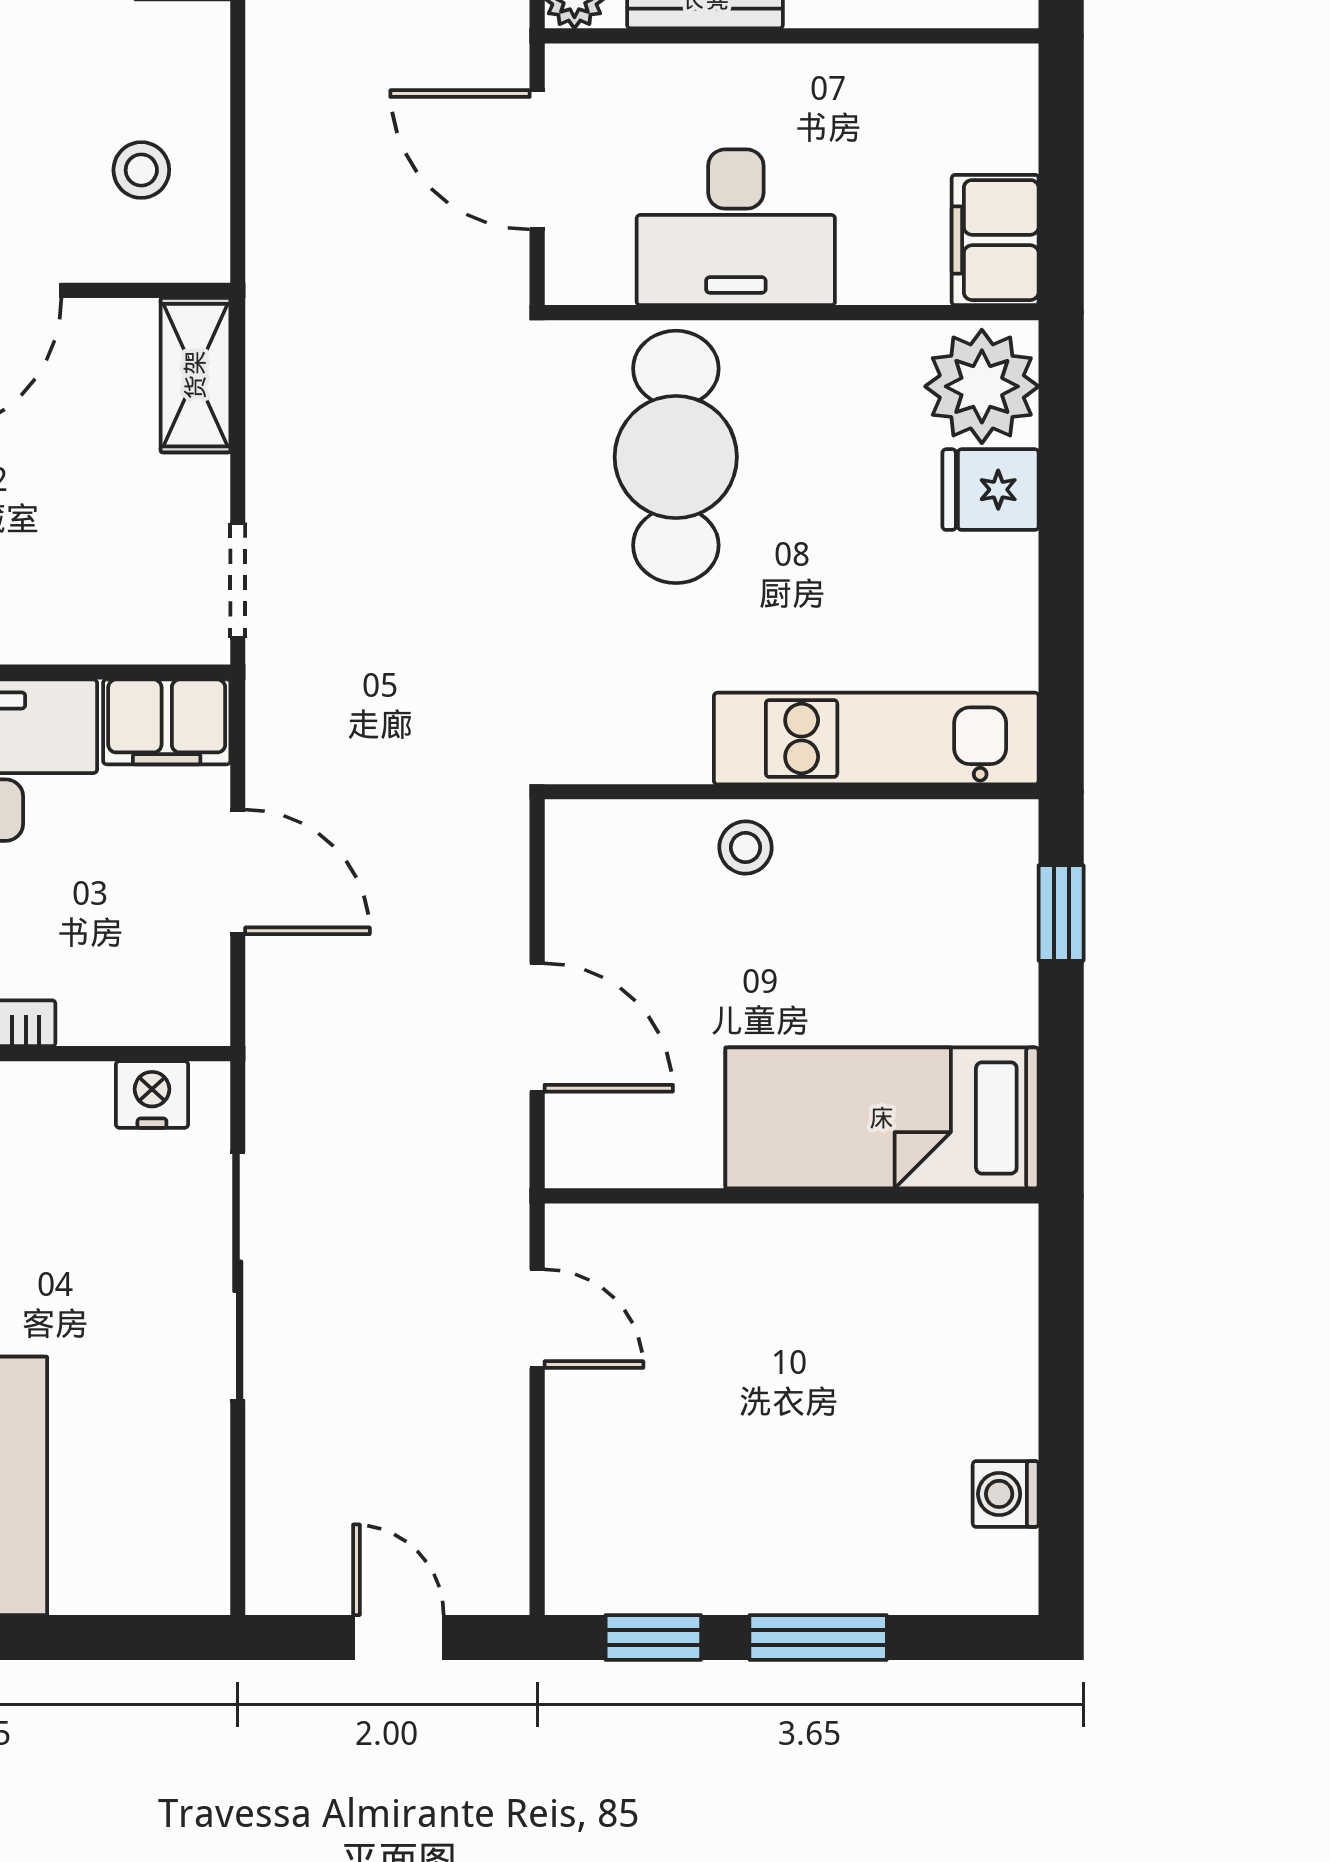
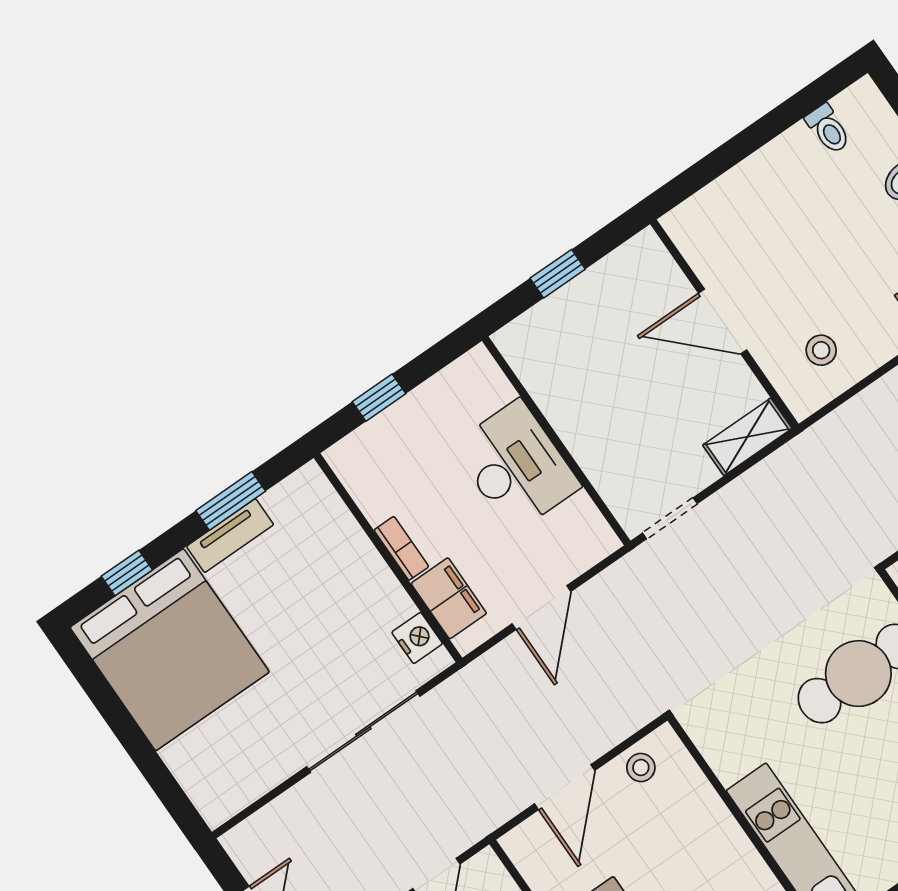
filing cabinet: (167, 722) -> (449, 598), moved, turned 180
stool: (746, 847) -> (641, 768), moved

